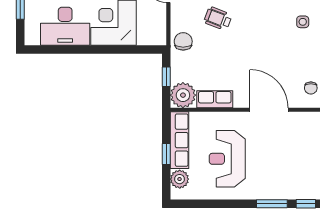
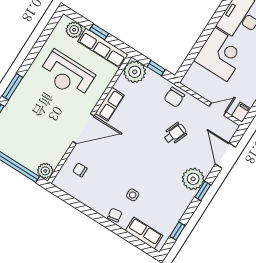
chair: (183, 41) -> (174, 97), turned 90
row of seats: (215, 99) -> (110, 104), moved
reception desk: (227, 159) -> (67, 75), turned 180

